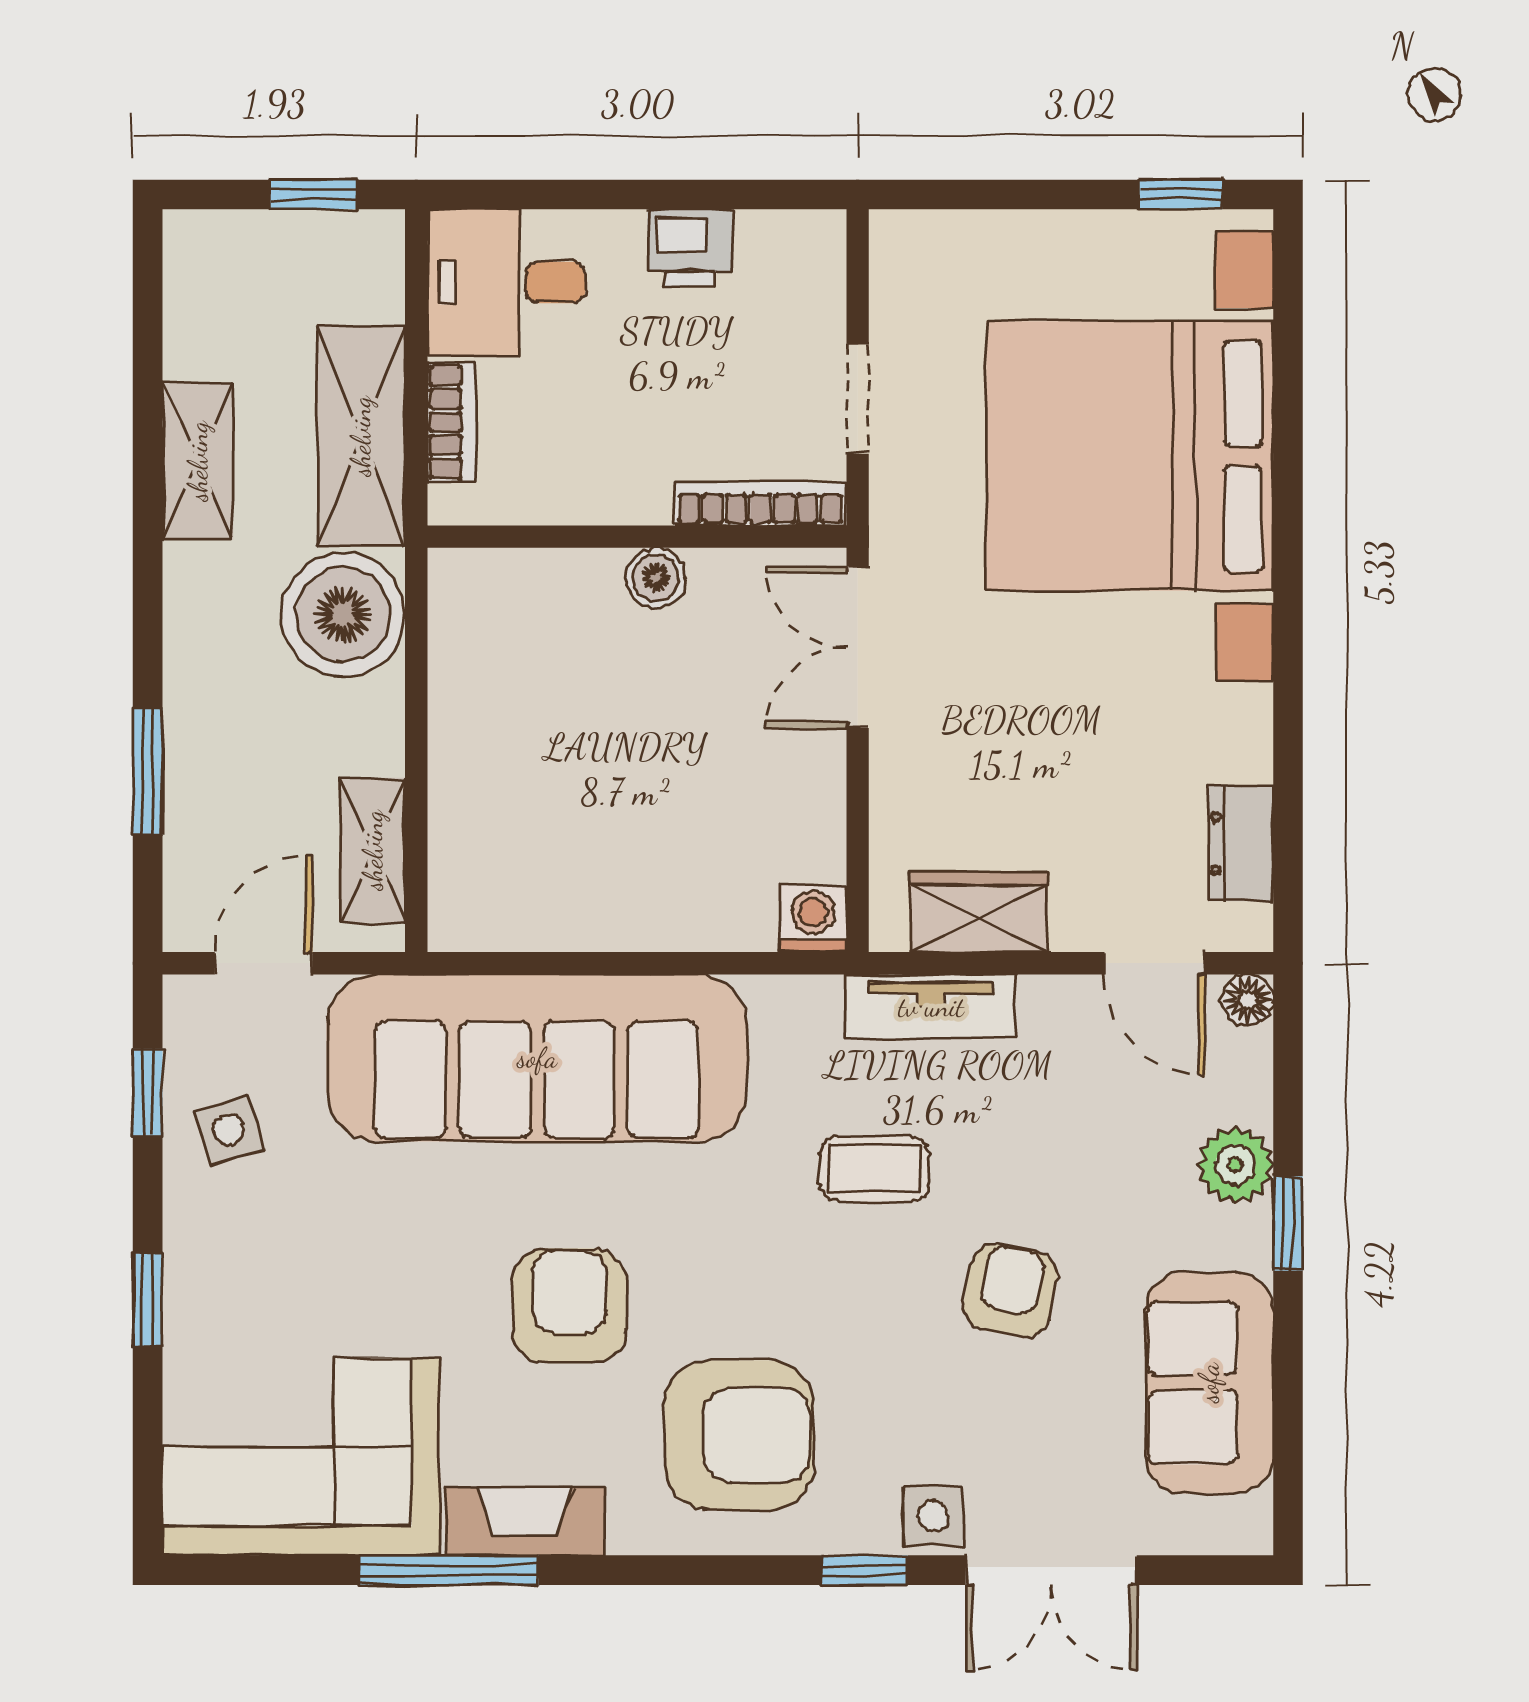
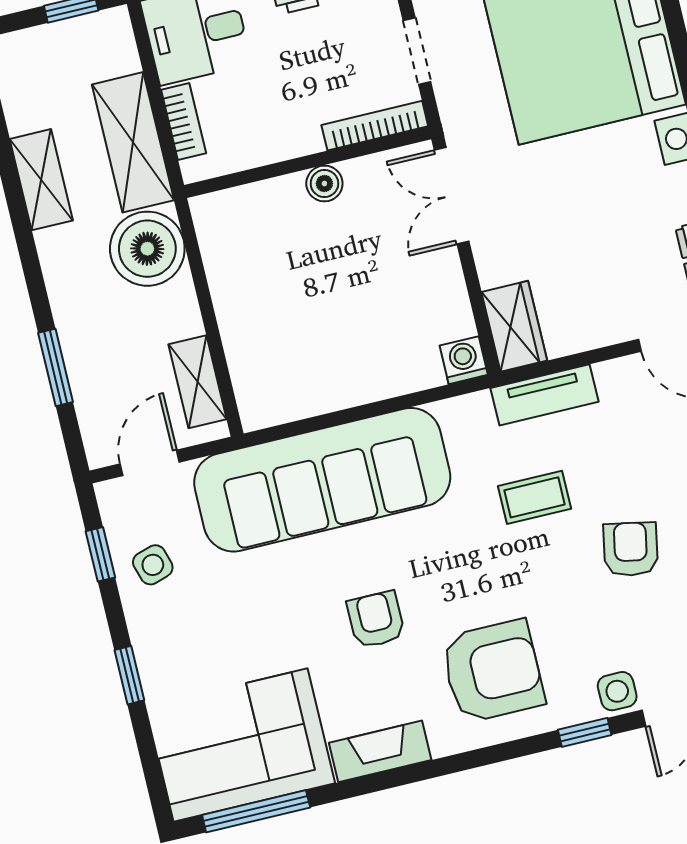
wardrobe: (979, 912) -> (514, 326), moved, turned 90
armchair: (569, 1306) -> (376, 620), width x0.72, depth x0.72
window: (449, 1570) -> (256, 811), moved

